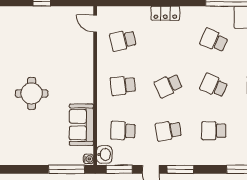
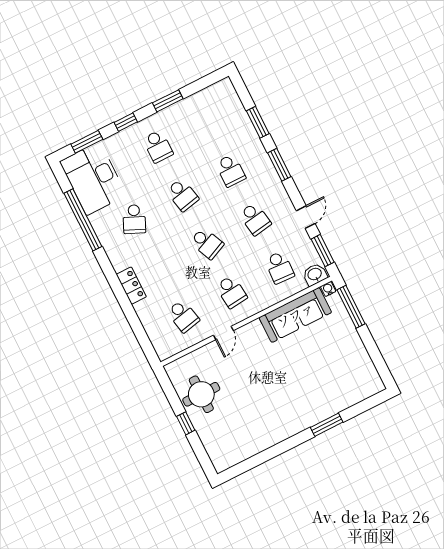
door: (95, 24) -> (223, 333), moved
school desk: (214, 86) -> (182, 195), turned -36
round table: (32, 93) -> (201, 394), moved
sofa: (81, 125) -> (295, 315), width x1.36
window: (180, 169) -> (279, 165), moved

